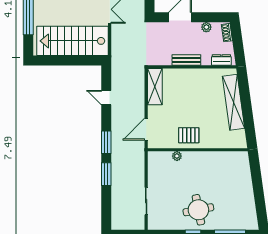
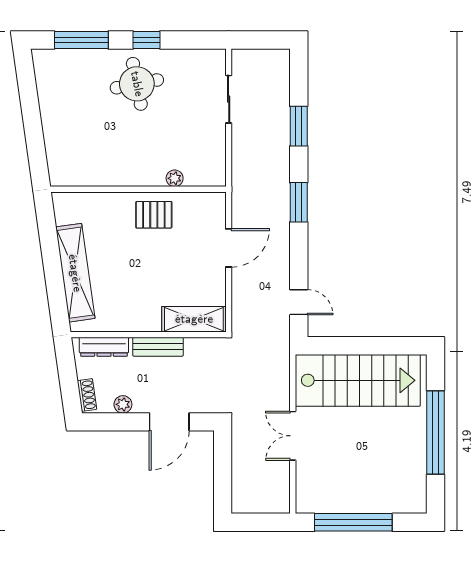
dresser: (221, 60) -> (104, 347), width x1.44
shelving: (155, 87) -> (194, 319), moved, turned 90
door: (106, 98) -> (299, 302), moved
door: (146, 129) -> (229, 248), moved
window: (106, 174) -> (299, 126), moved

